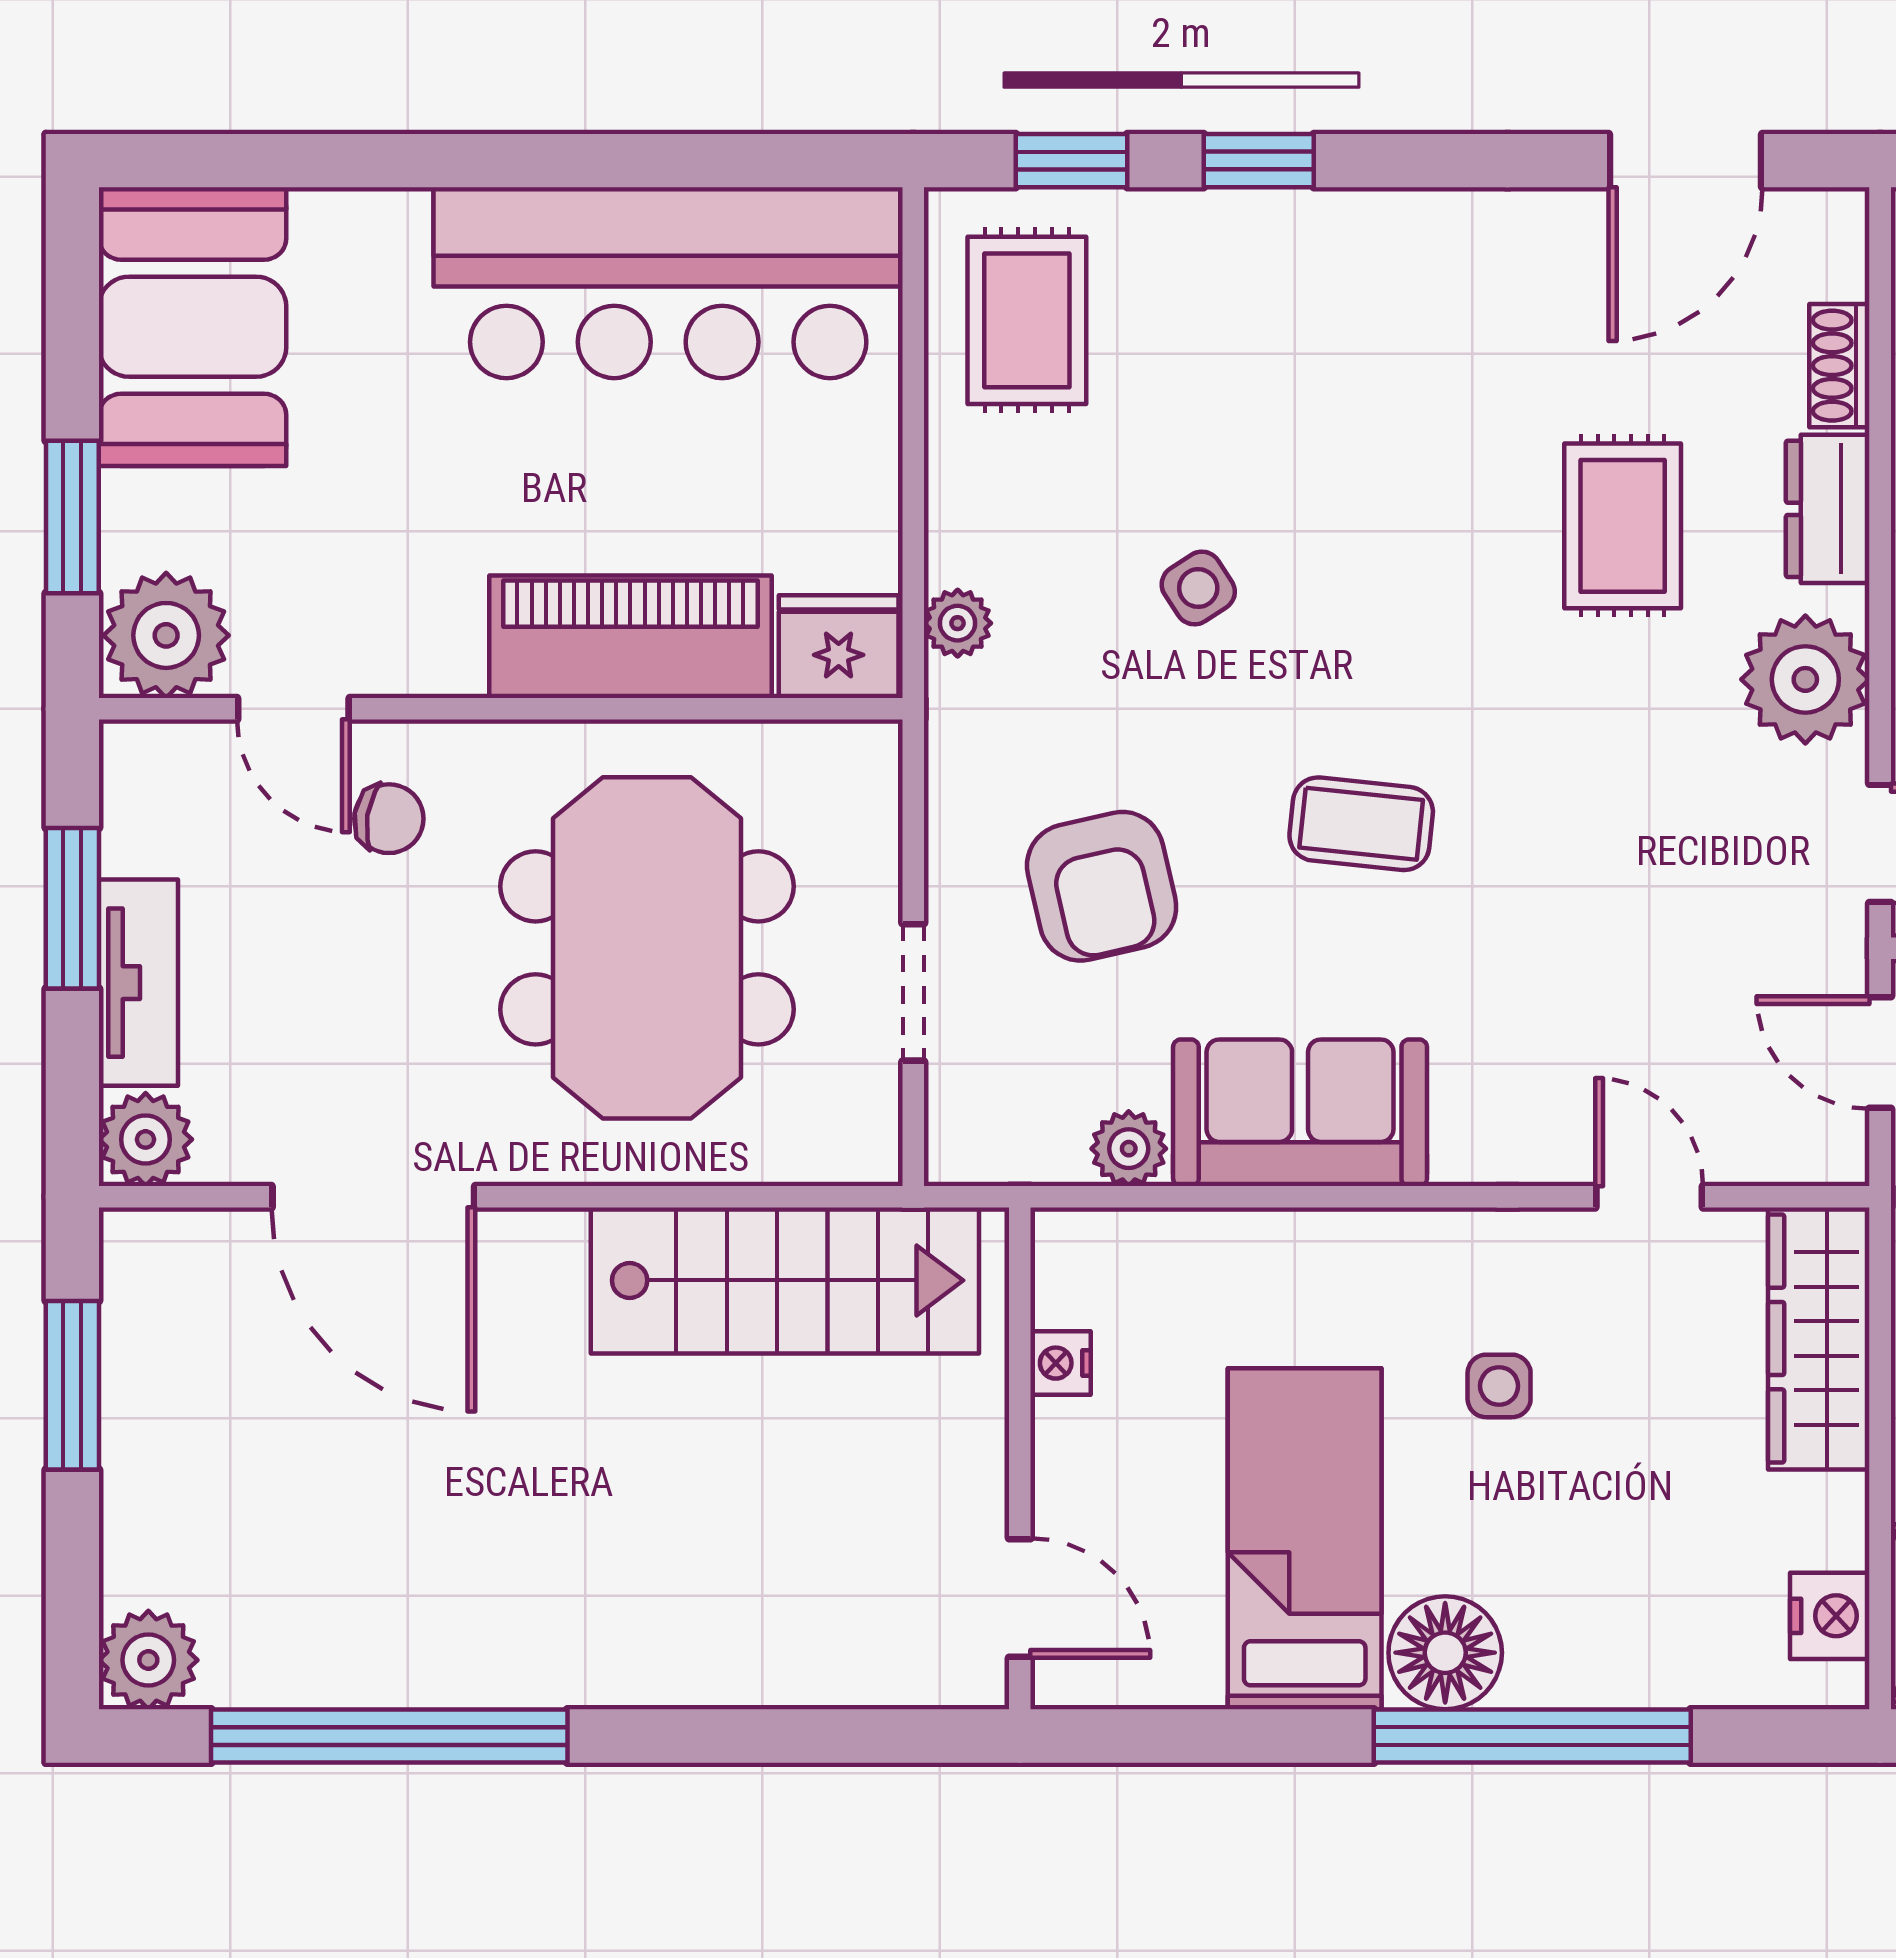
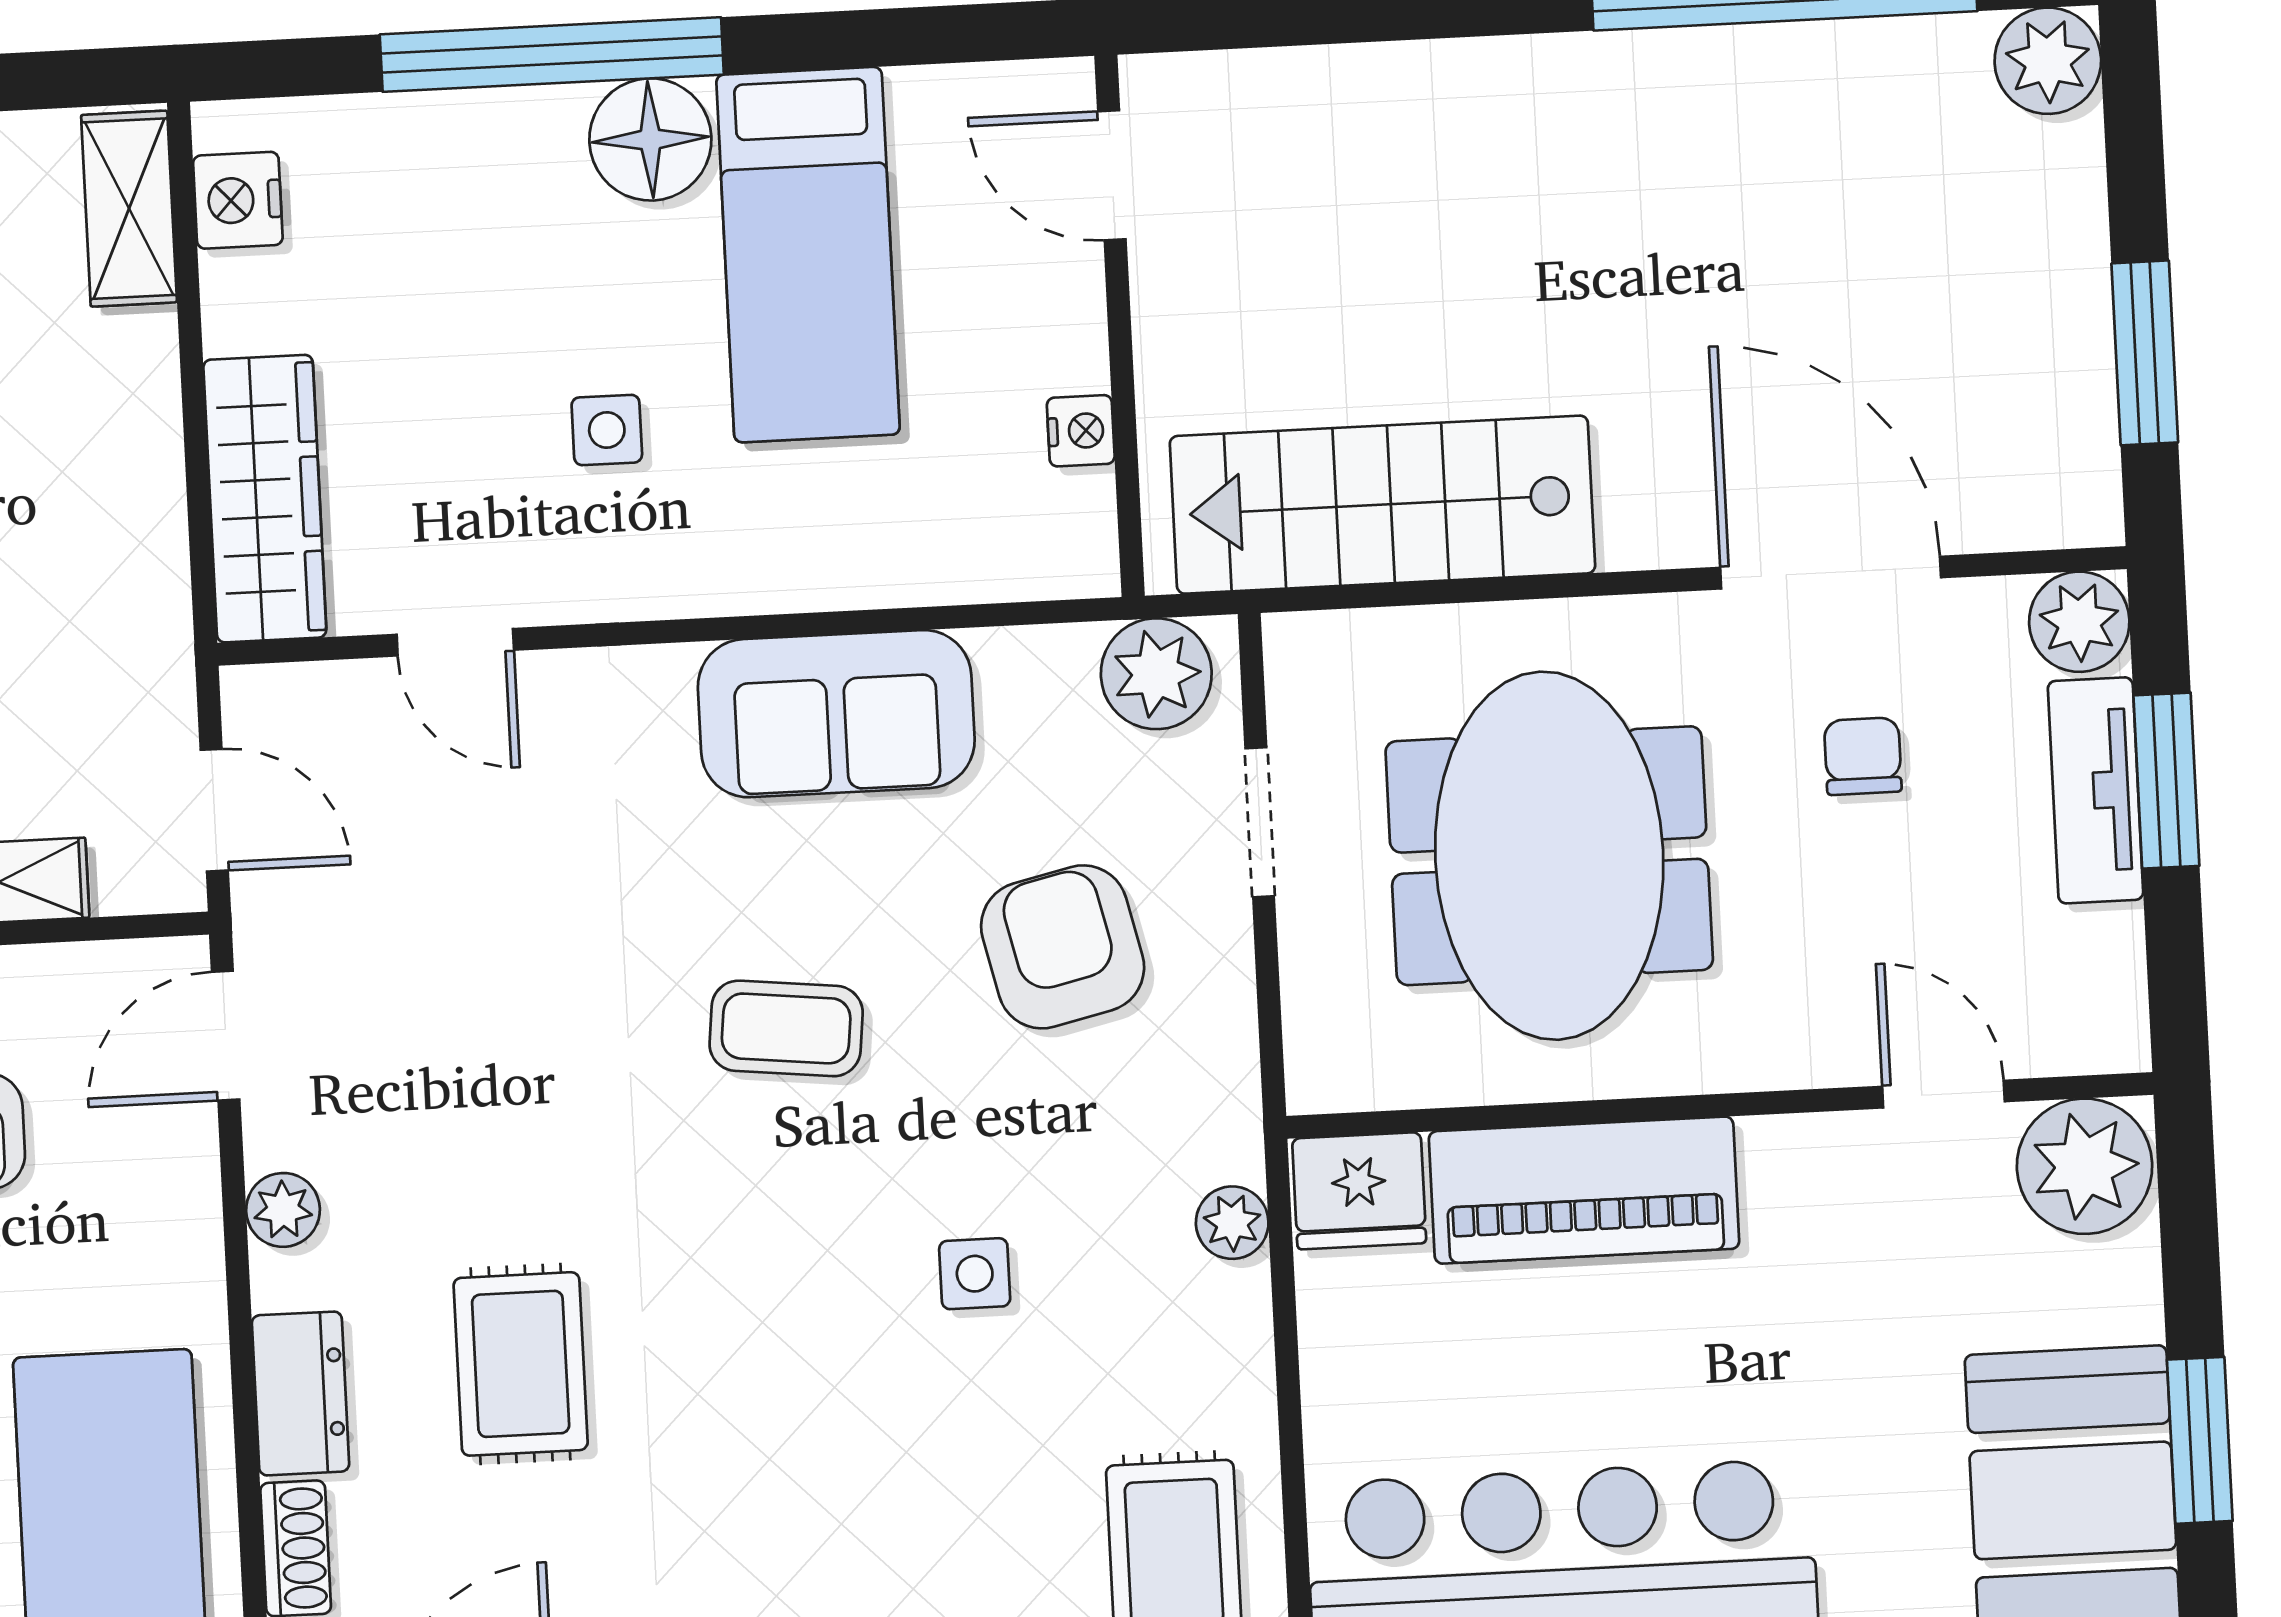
window: (72, 517) -> (2200, 1440), moved
side table: (1198, 588) -> (975, 1274), turned 33
plant: (1805, 679) -> (283, 1210), width x0.53, depth x0.53
chair: (389, 819) -> (1863, 756), moved, turned 81
window: (72, 908) -> (2166, 781), moved
plant: (1129, 1149) -> (1156, 674), moved, width x1.38, depth x1.38

